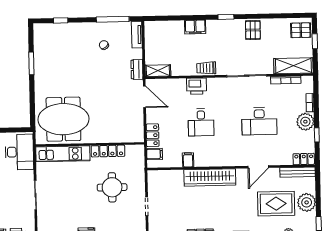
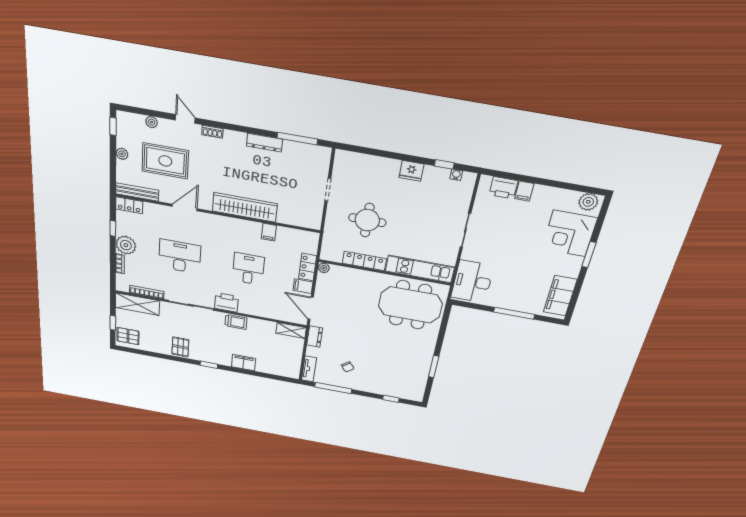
printer: (197, 86) -> (226, 302), moved
plant: (139, 137) -> (324, 268), added
filing cabinet: (155, 154) -> (303, 286), moved
plant: (307, 202) -> (122, 154), width x0.53, depth x0.53

